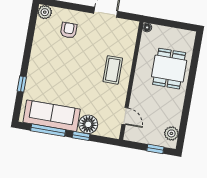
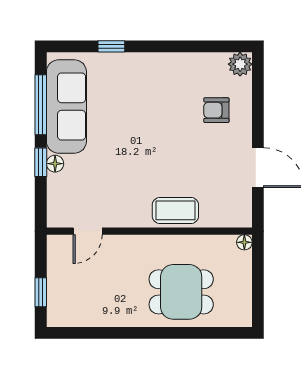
armchair: (69, 30) -> (216, 110), turned 180
coffee table: (113, 70) -> (175, 210), moved
floor lamp: (88, 124) -> (55, 164), width x0.53, depth x0.53
plant: (171, 133) -> (72, 315), removed

